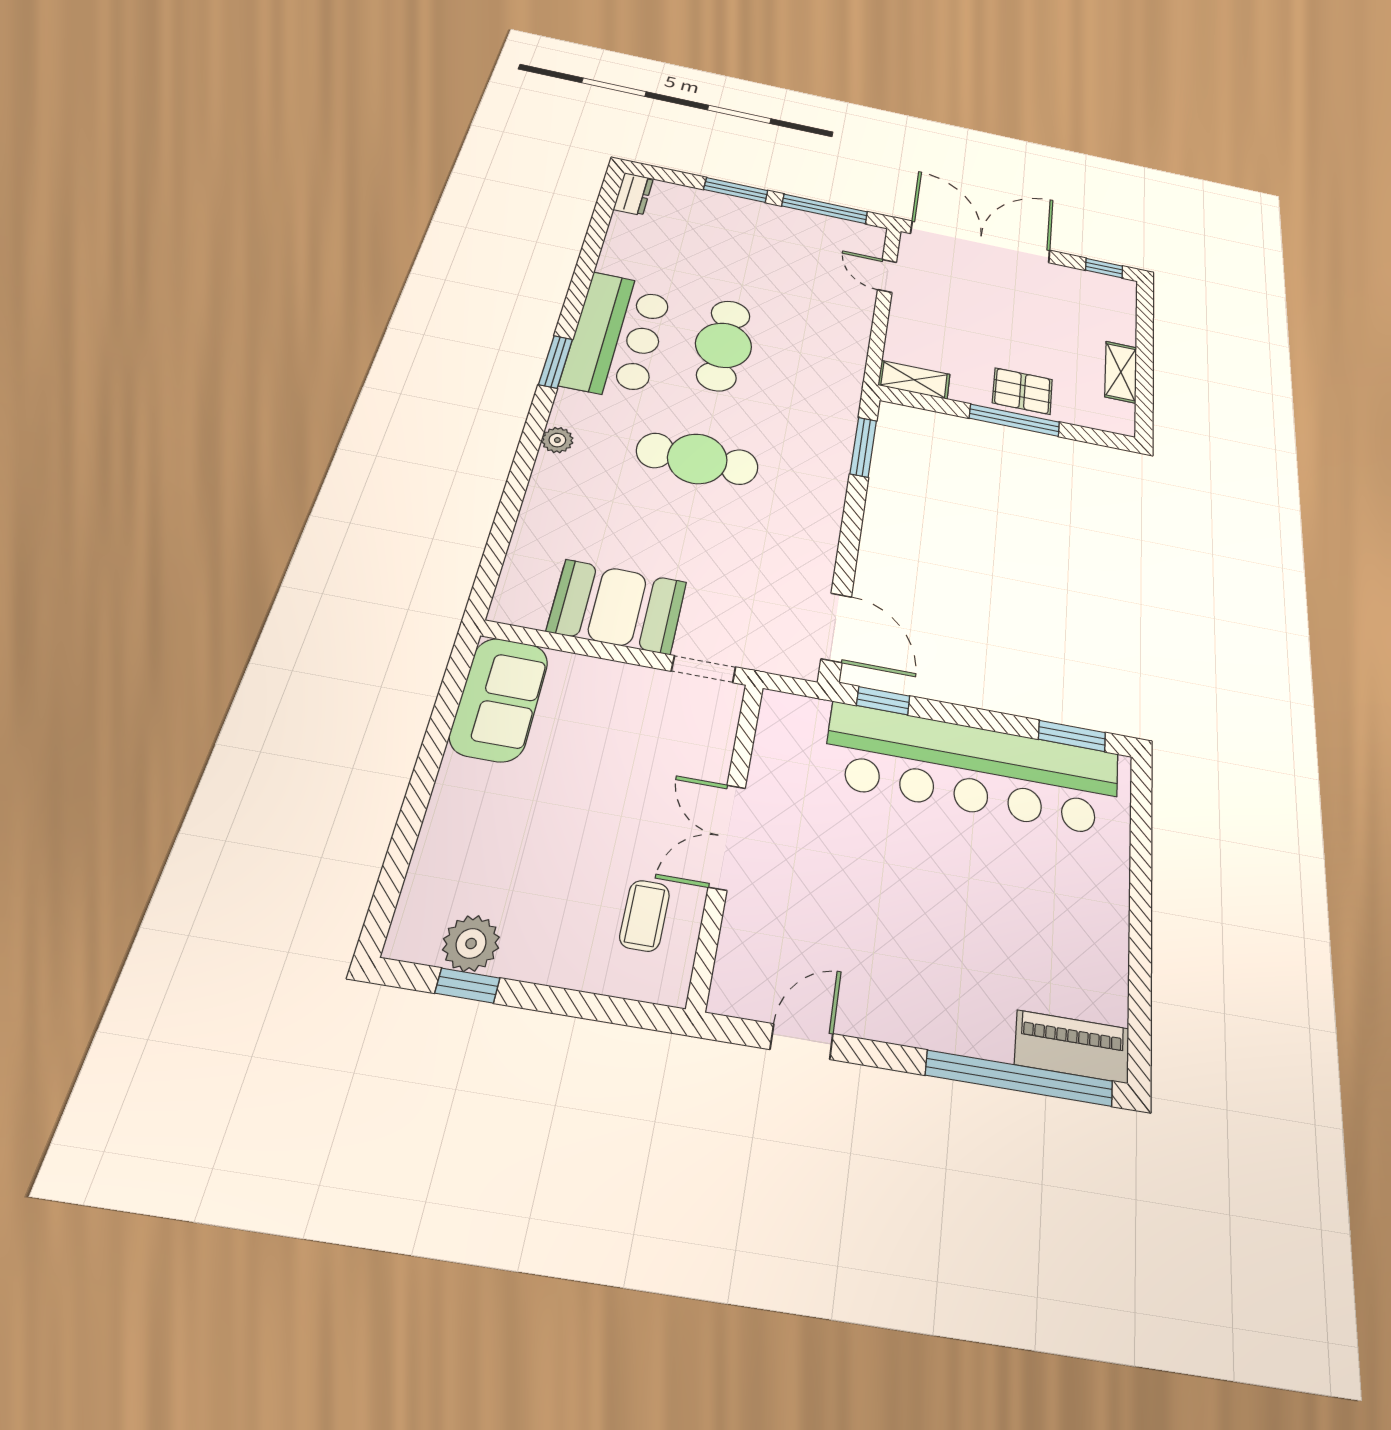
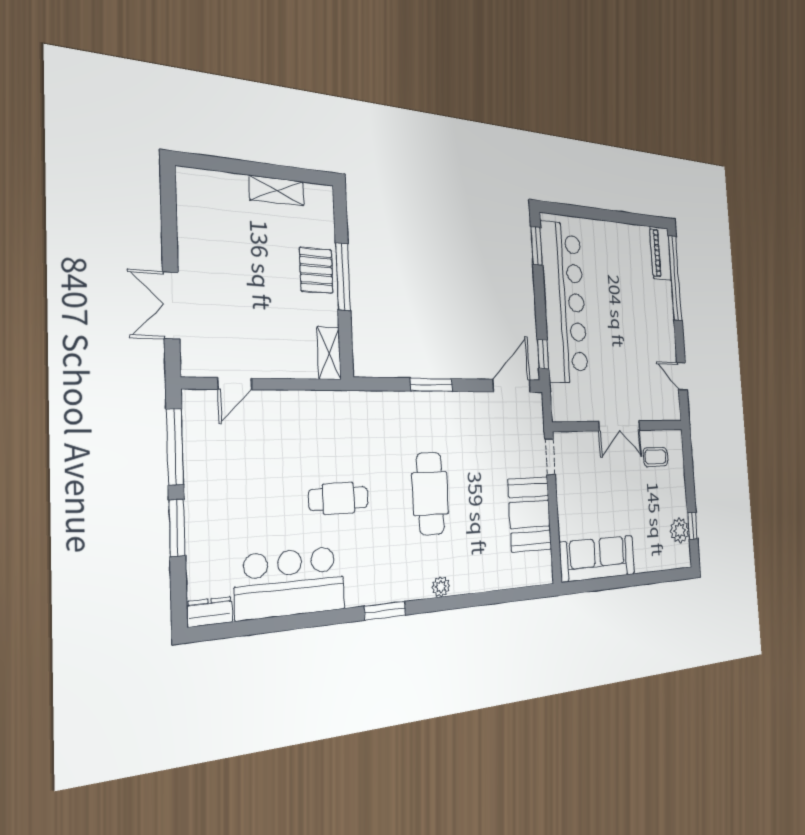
double door: (980, 242) -> (171, 305), width x0.54
window: (1104, 268) -> (168, 194), removed
bar counter: (617, 336) -> (290, 583), moved
cafe table: (724, 345) -> (339, 499), width x0.73, depth x0.74
window: (863, 447) -> (432, 385), moved
sofa: (499, 699) -> (597, 558), width x1.36

